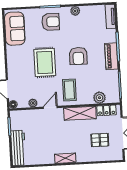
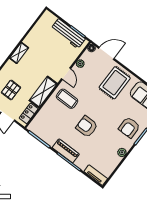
rug: (45, 62) -> (115, 83), moved, turned 90
plant: (99, 98) -> (43, 116), removed
workbench: (18, 148) -> (68, 34), moved

